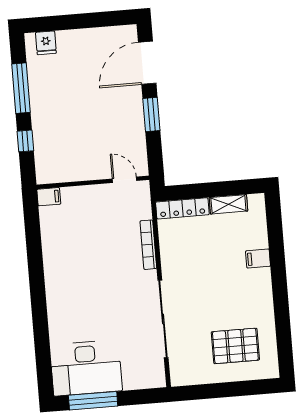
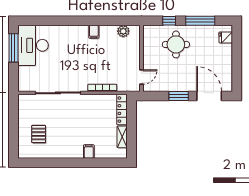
round table: (65, 126) -> (176, 44), added
filing cabinet: (49, 197) -> (94, 32), moved
plant: (50, 217) -> (123, 31), added
pallet: (235, 346) -> (39, 134), width x0.67, depth x0.71

